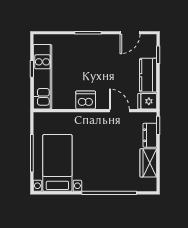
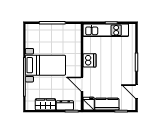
door: (119, 111) -> (82, 84), swing flipped
bed with nightstands: (57, 163) -> (45, 65), moved

